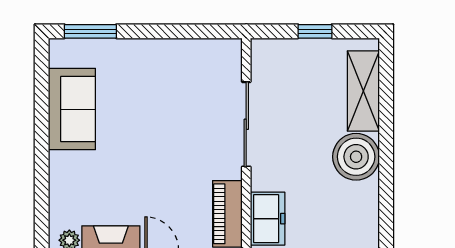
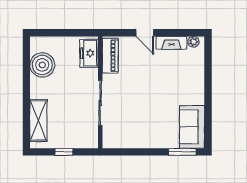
sofa: (72, 109) -> (192, 127), moved
boiler: (356, 157) -> (42, 65), moved

